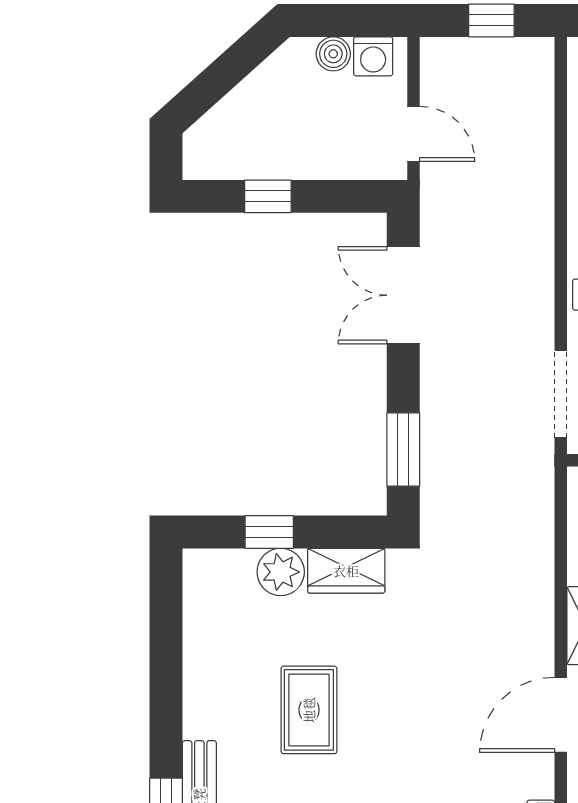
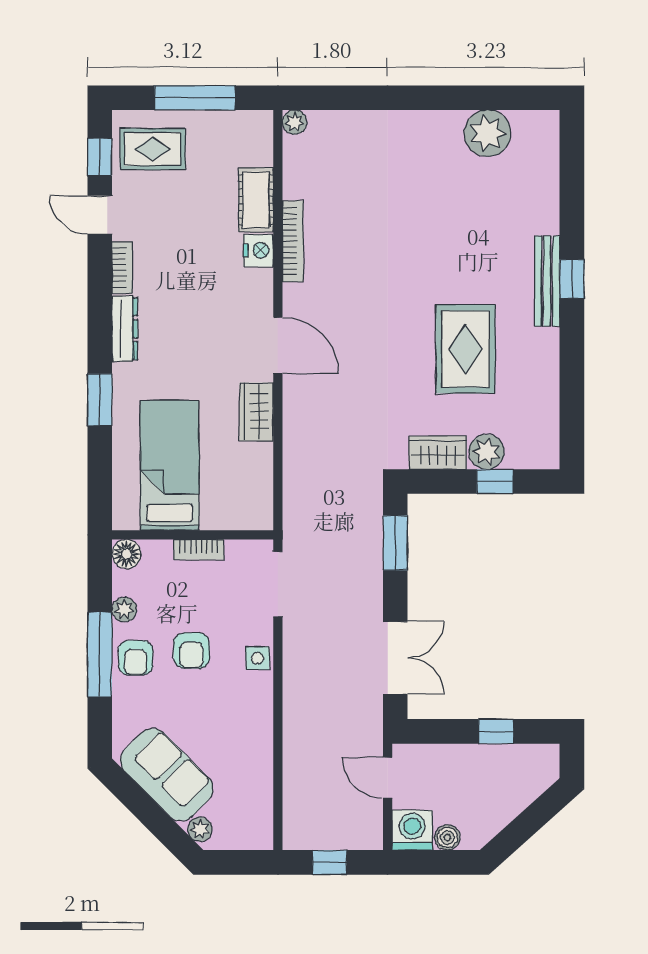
washing machine: (373, 56) -> (412, 830), width x1.38, depth x1.38
rug: (309, 710) -> (465, 349), width x1.36, depth x1.43
door: (561, 715) -> (278, 345), hinge flipped

